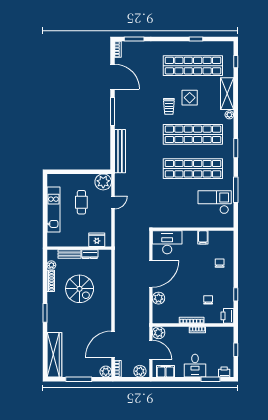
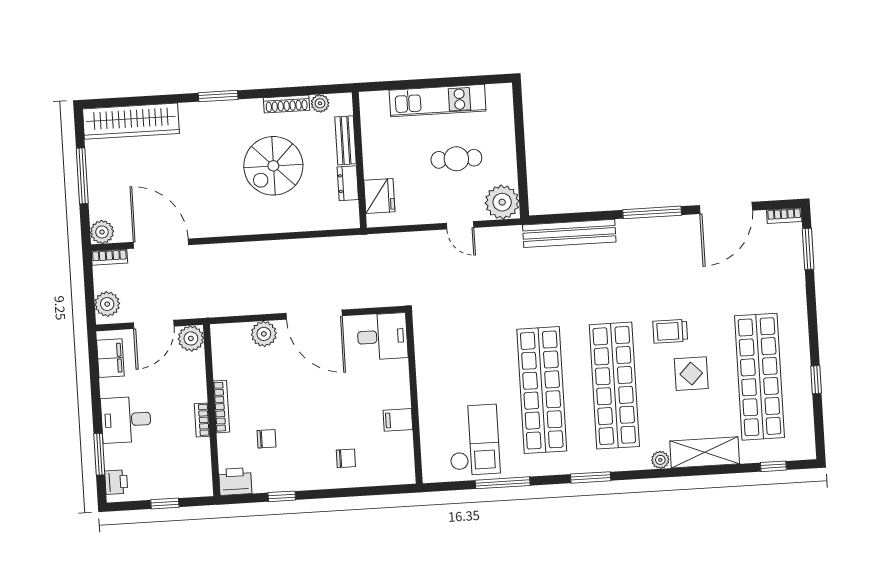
desk: (167, 242) -> (382, 337), width x0.73

